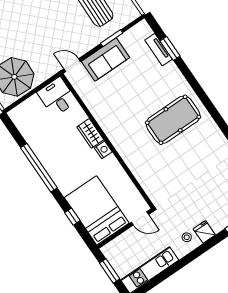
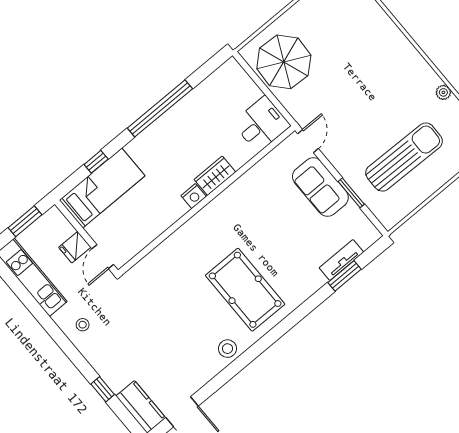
stool: (214, 136) -> (228, 349), added
bed: (97, 210) -> (102, 188), width x0.67
fridge: (204, 232) -> (75, 247), moved, turned 180

